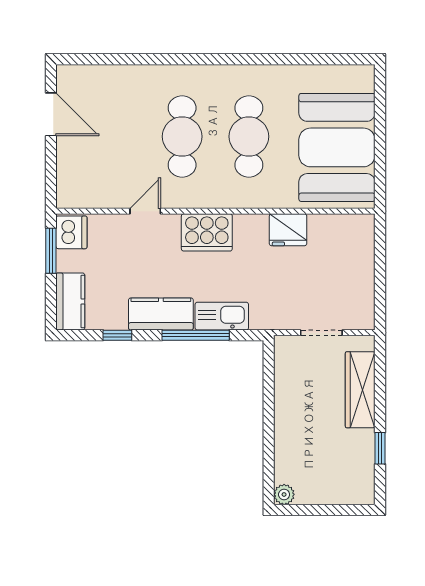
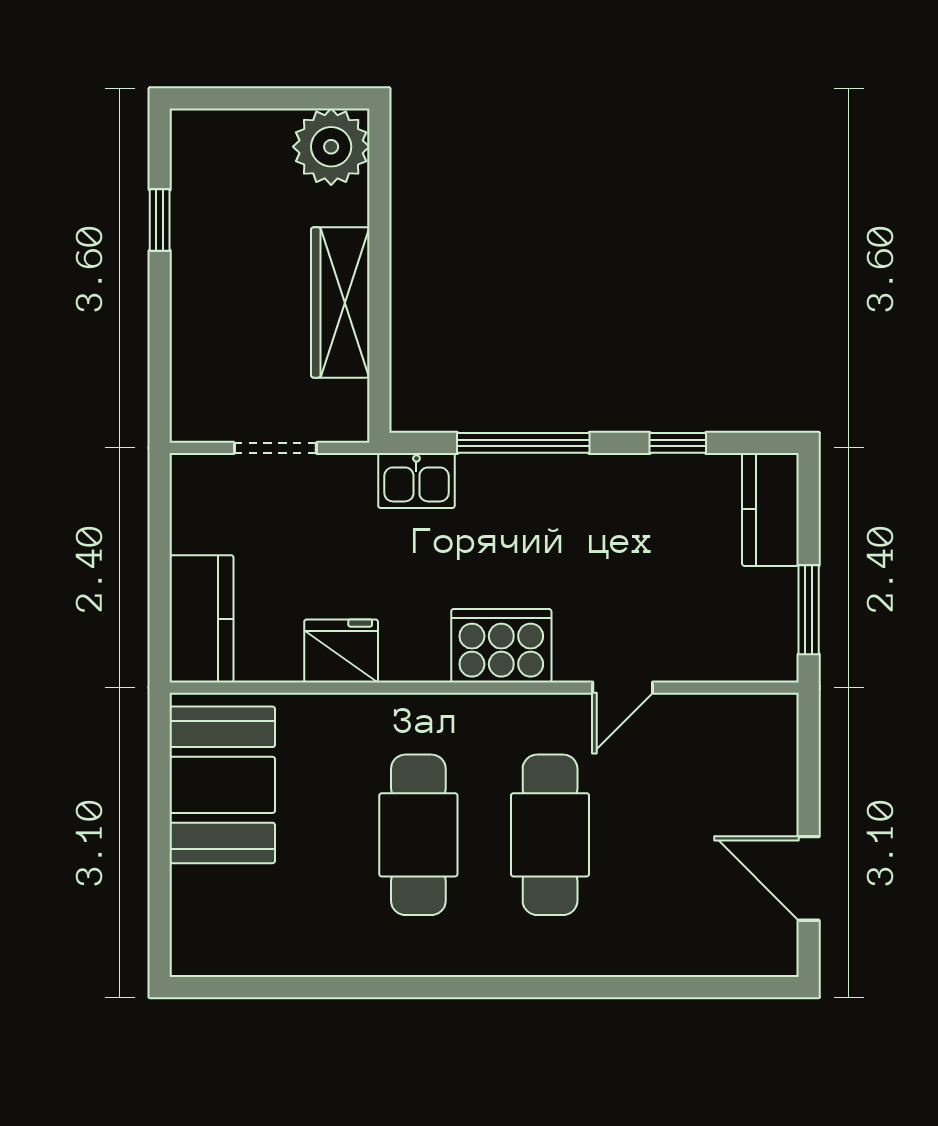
booth: (337, 147) -> (222, 785), width x0.73, depth x0.70
dishwasher: (71, 232) -> (768, 646), removed
kitchen counter: (161, 314) -> (202, 619), moved, turned -90
kitchen sink: (222, 316) -> (416, 481), moved, width x0.73
wardrobe: (360, 390) -> (340, 302), moved, turned 180
plant: (284, 494) -> (331, 147), width x1.88, depth x1.88

